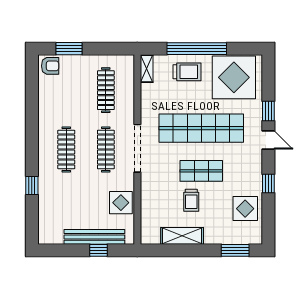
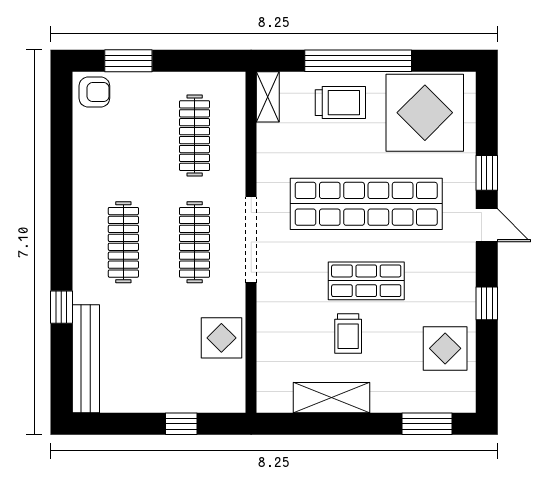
bench: (94, 237) -> (86, 359), moved, turned 90

